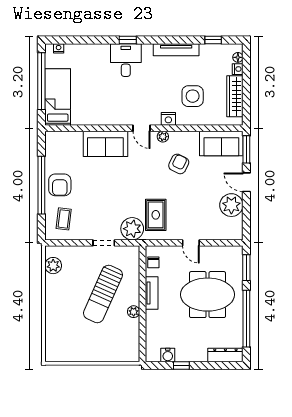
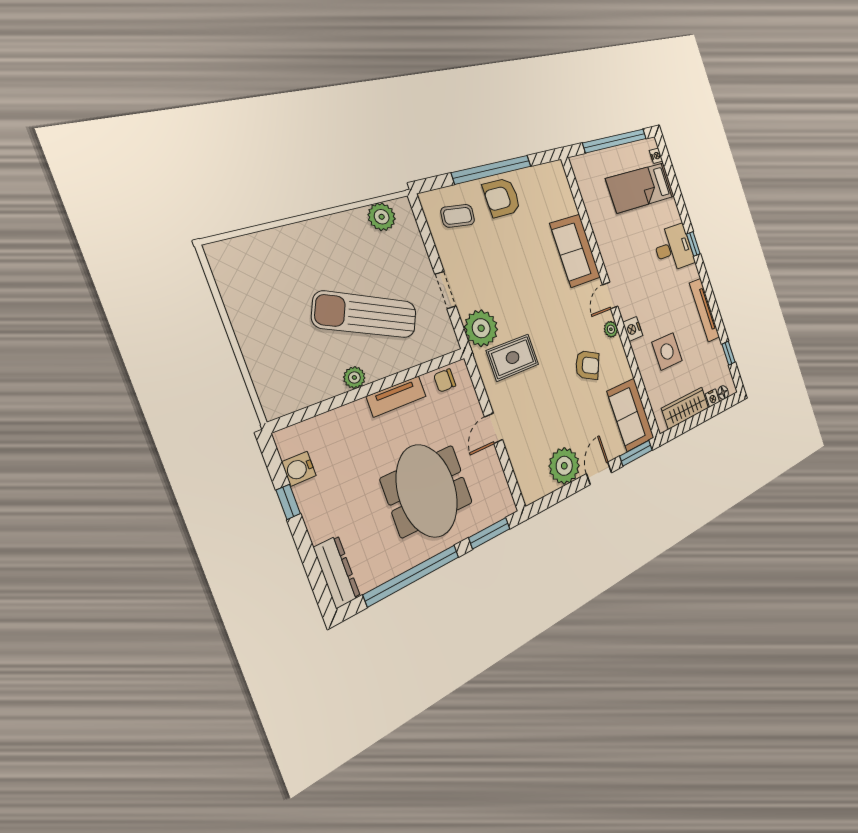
bed: (58, 97) -> (641, 188), moved, turned 180

